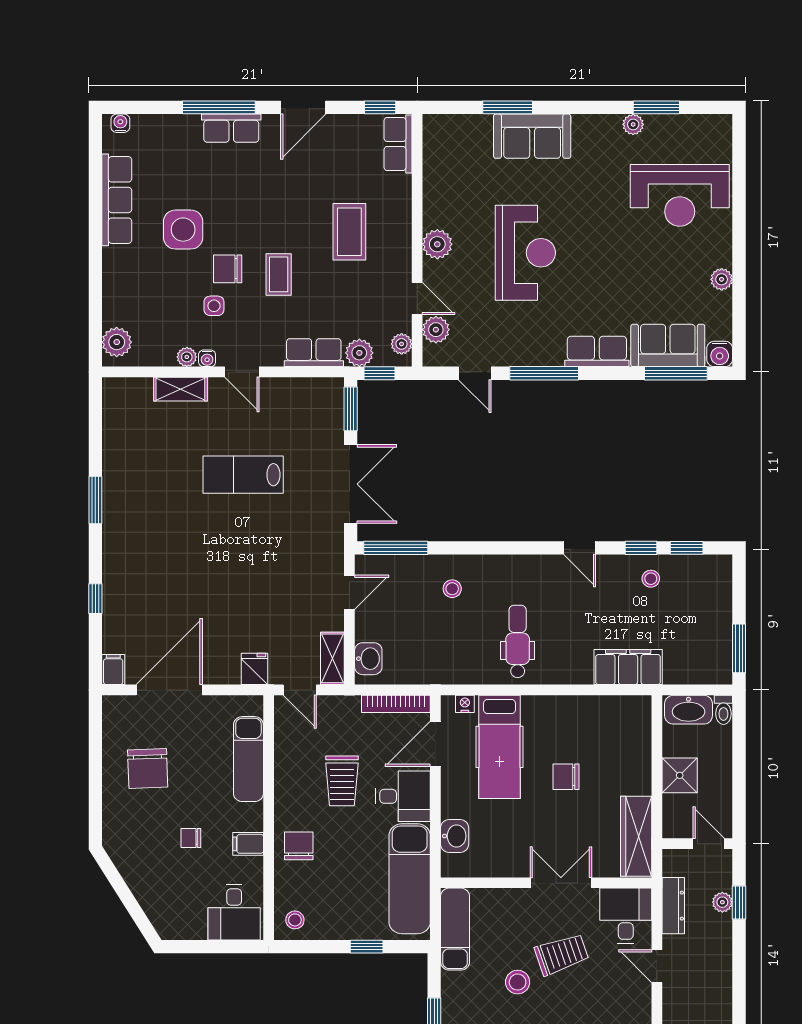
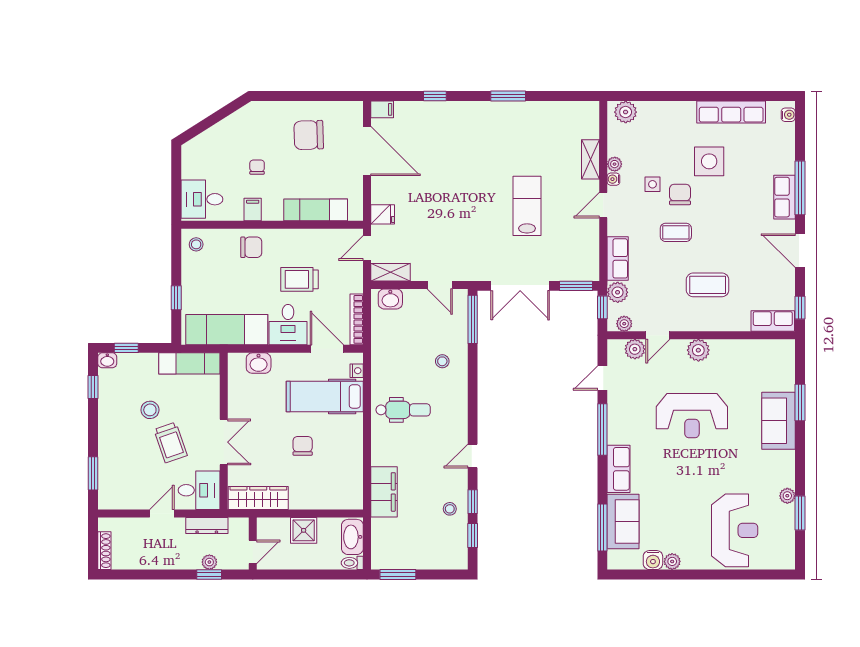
reception desk: (680, 195) -> (735, 530), turned 180
water cooler: (720, 354) -> (653, 560), moved, turned -90

